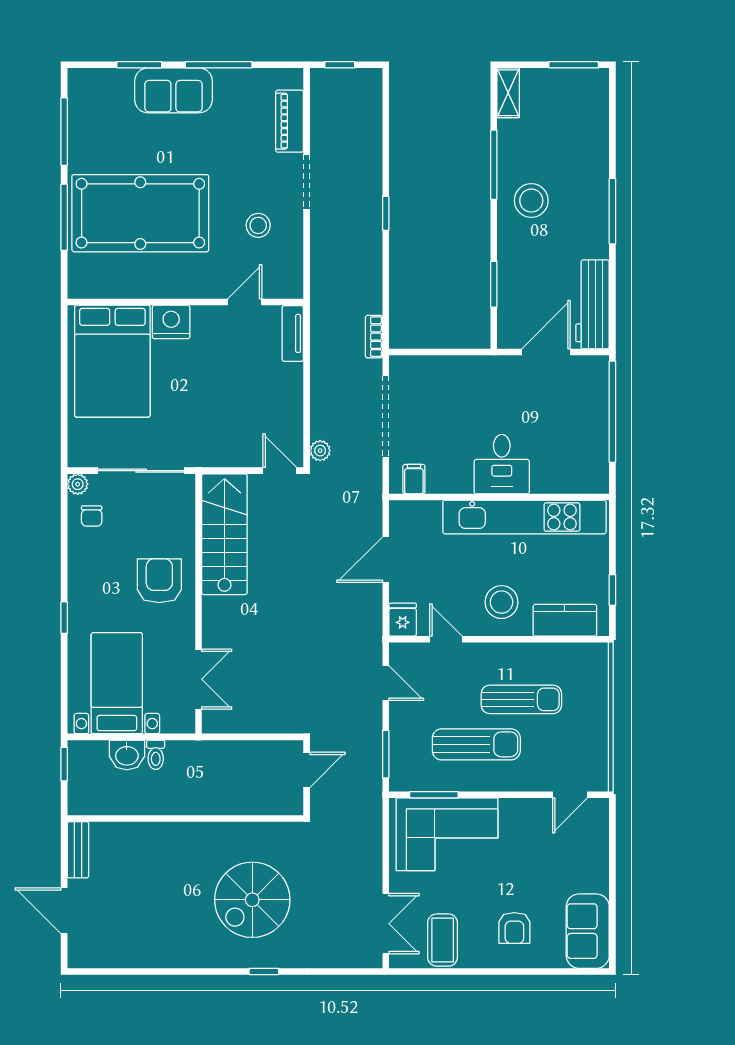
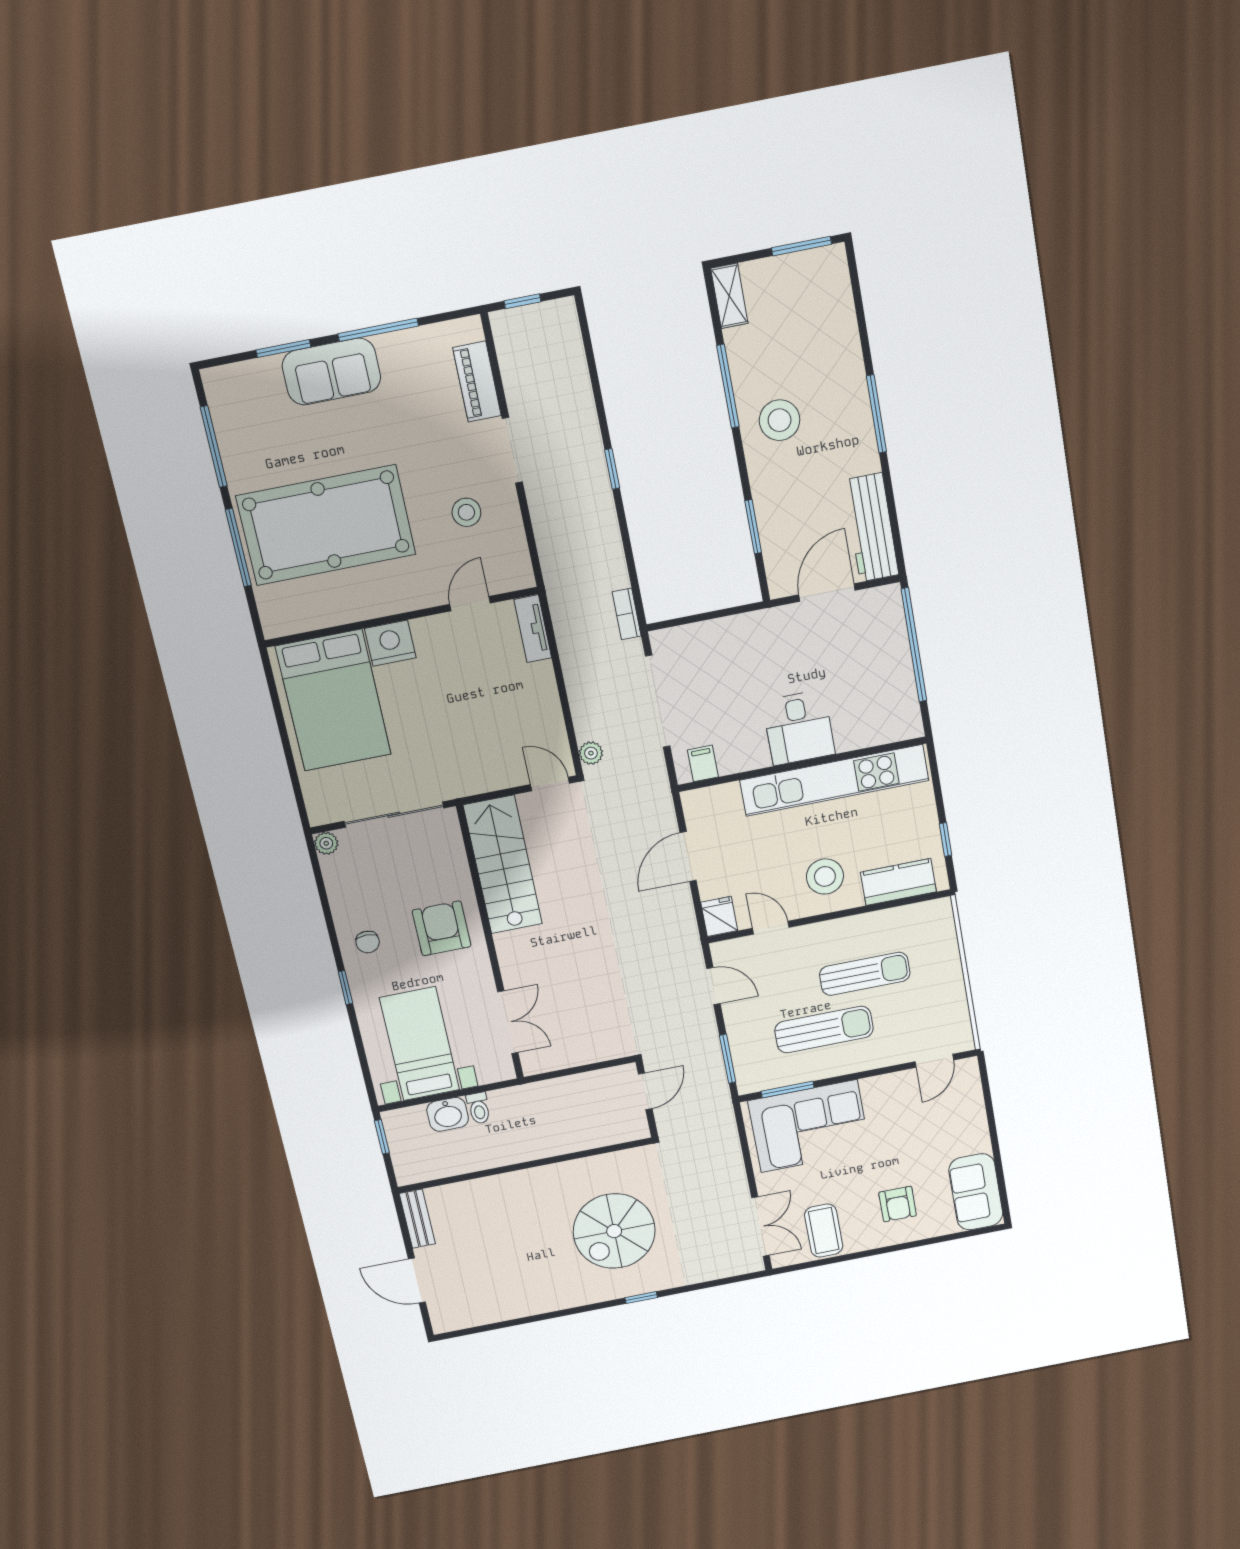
chair: (92, 516) -> (368, 942), moved

